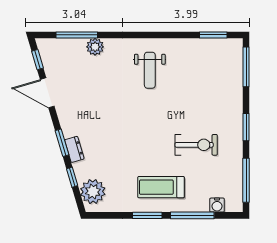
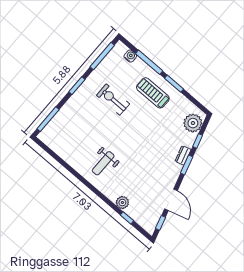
window: (77, 35) -> (127, 218), width x0.46
window: (213, 35) -> (51, 153), removed
weight bench: (150, 70) -> (103, 163), turned 180
treadmill: (161, 187) -> (153, 93), turned 180

